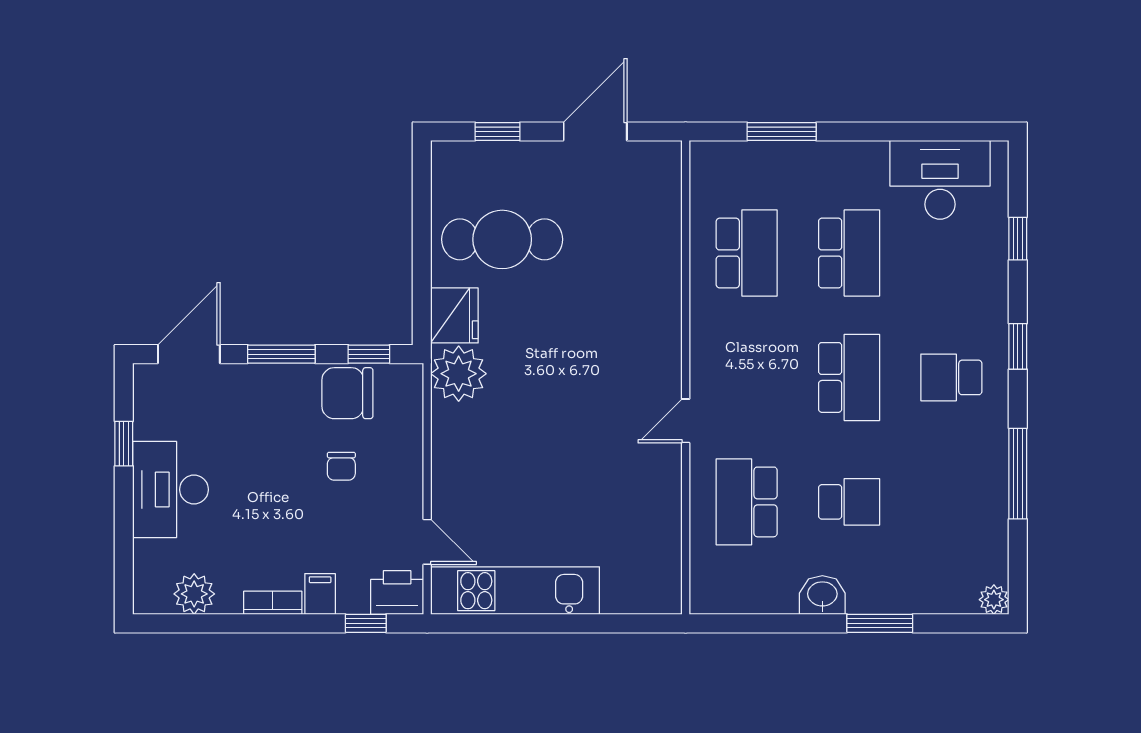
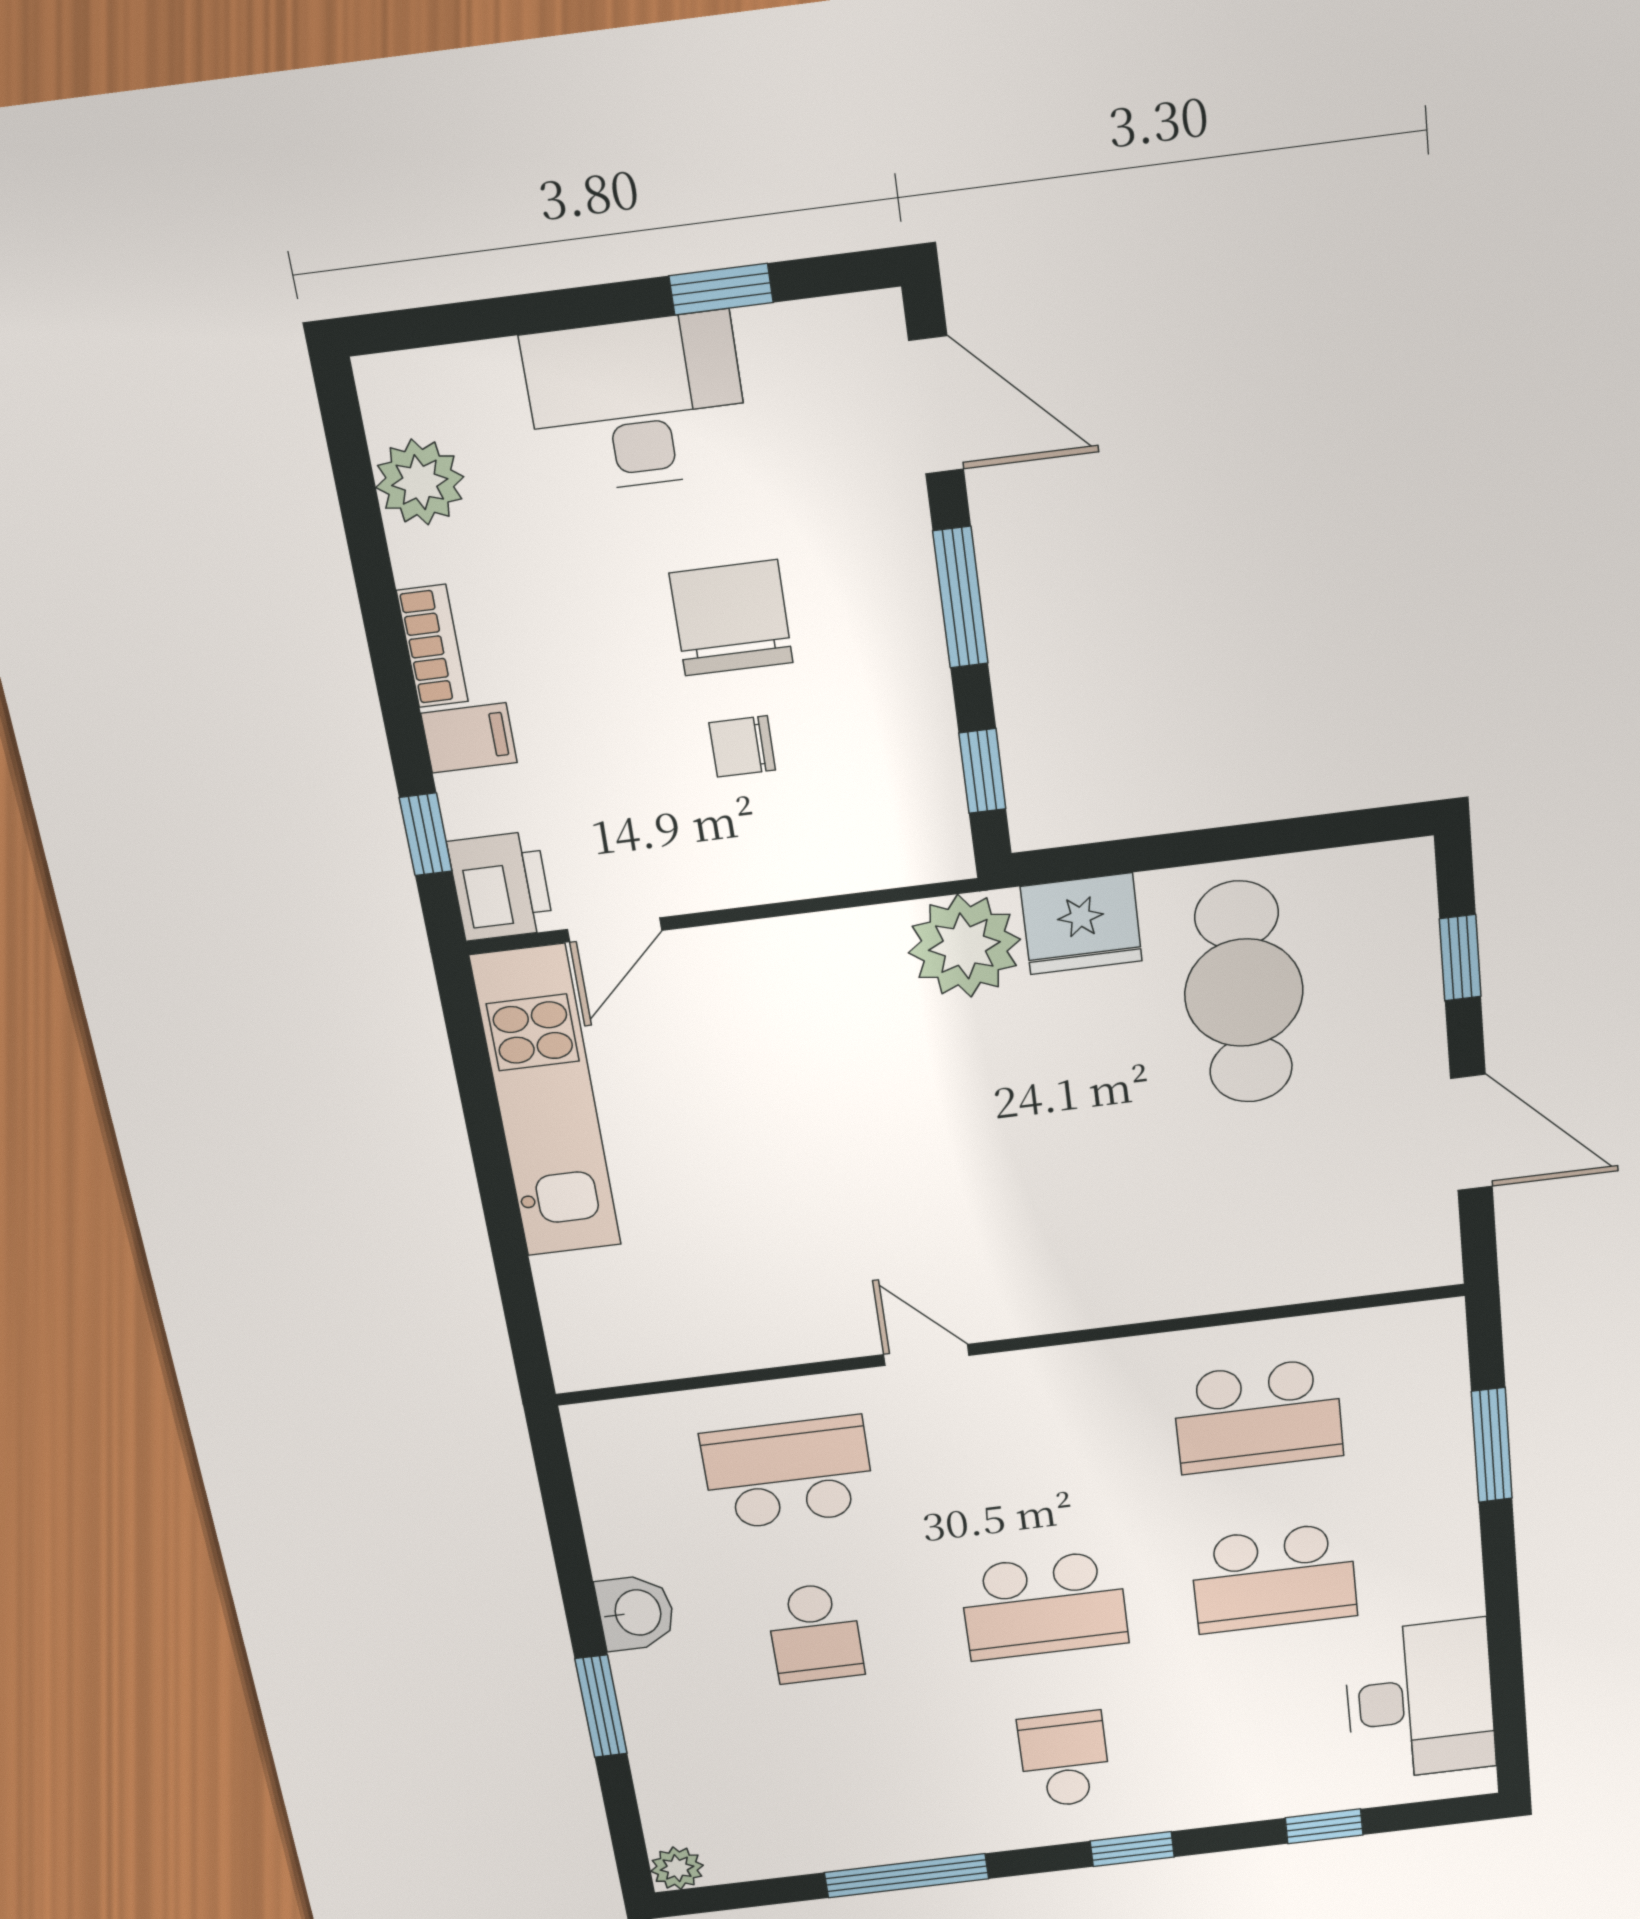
chair: (347, 393) -> (731, 618), moved

